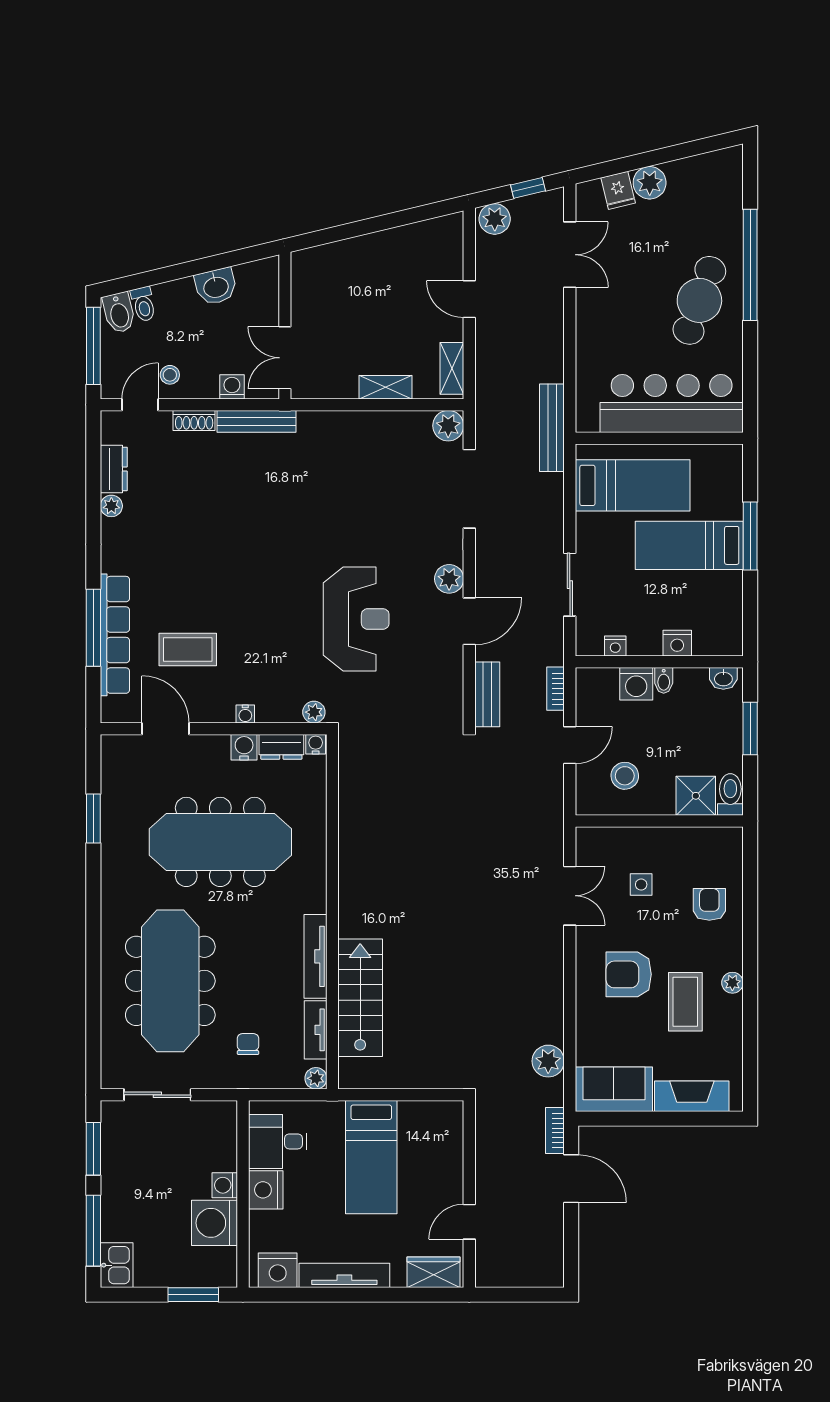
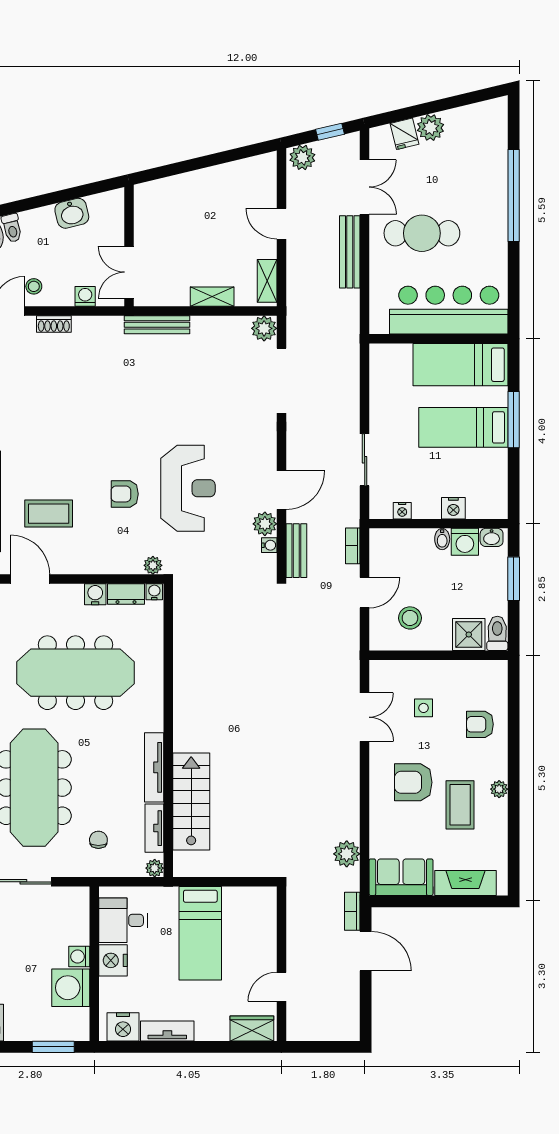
cafe table: (699, 300) -> (422, 233), moved, turned 70
bench: (257, 421) -> (157, 325), moved
bench: (552, 428) -> (350, 252), moved
bed: (633, 485) -> (461, 365), moved, turned 180
plant: (449, 579) -> (265, 524), moved
armchair: (280, 626) -> (125, 494), added
washing machine: (636, 684) -> (465, 542), moved
water cooler: (245, 714) -> (269, 545), moved, turned -90
armchair: (709, 904) -> (480, 724), turned -90
tv unit: (344, 1275) -> (167, 1031), width x0.71

